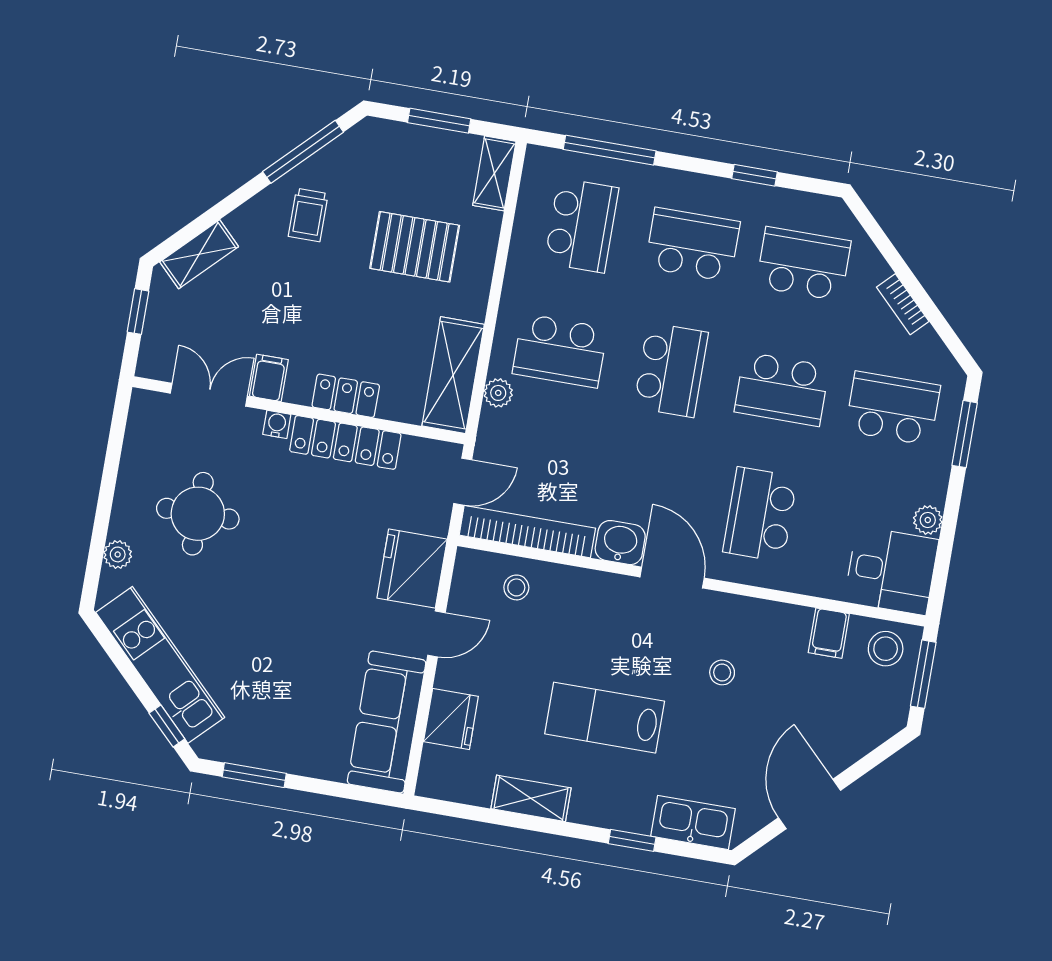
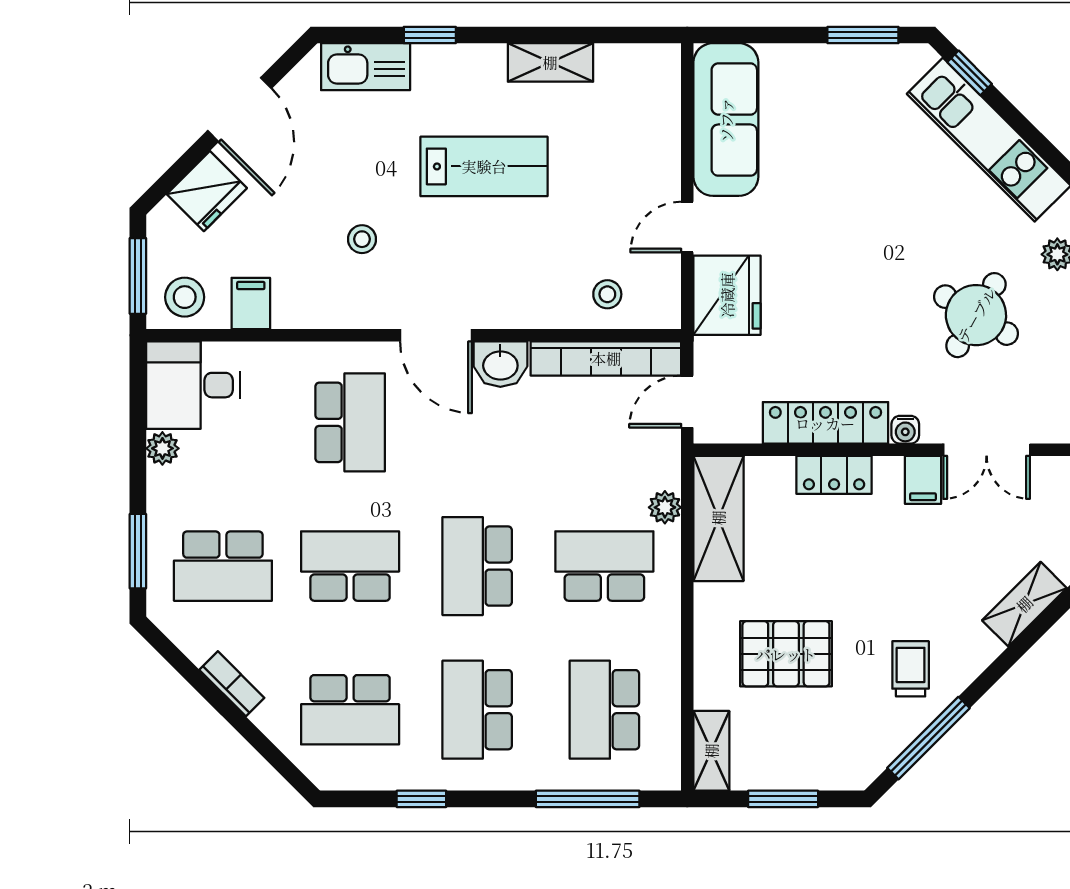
school desk: (693, 245) -> (477, 710), turned 90
round table: (198, 514) -> (976, 315), turned 31
fridge: (451, 719) -> (207, 191), moved, turned -135

